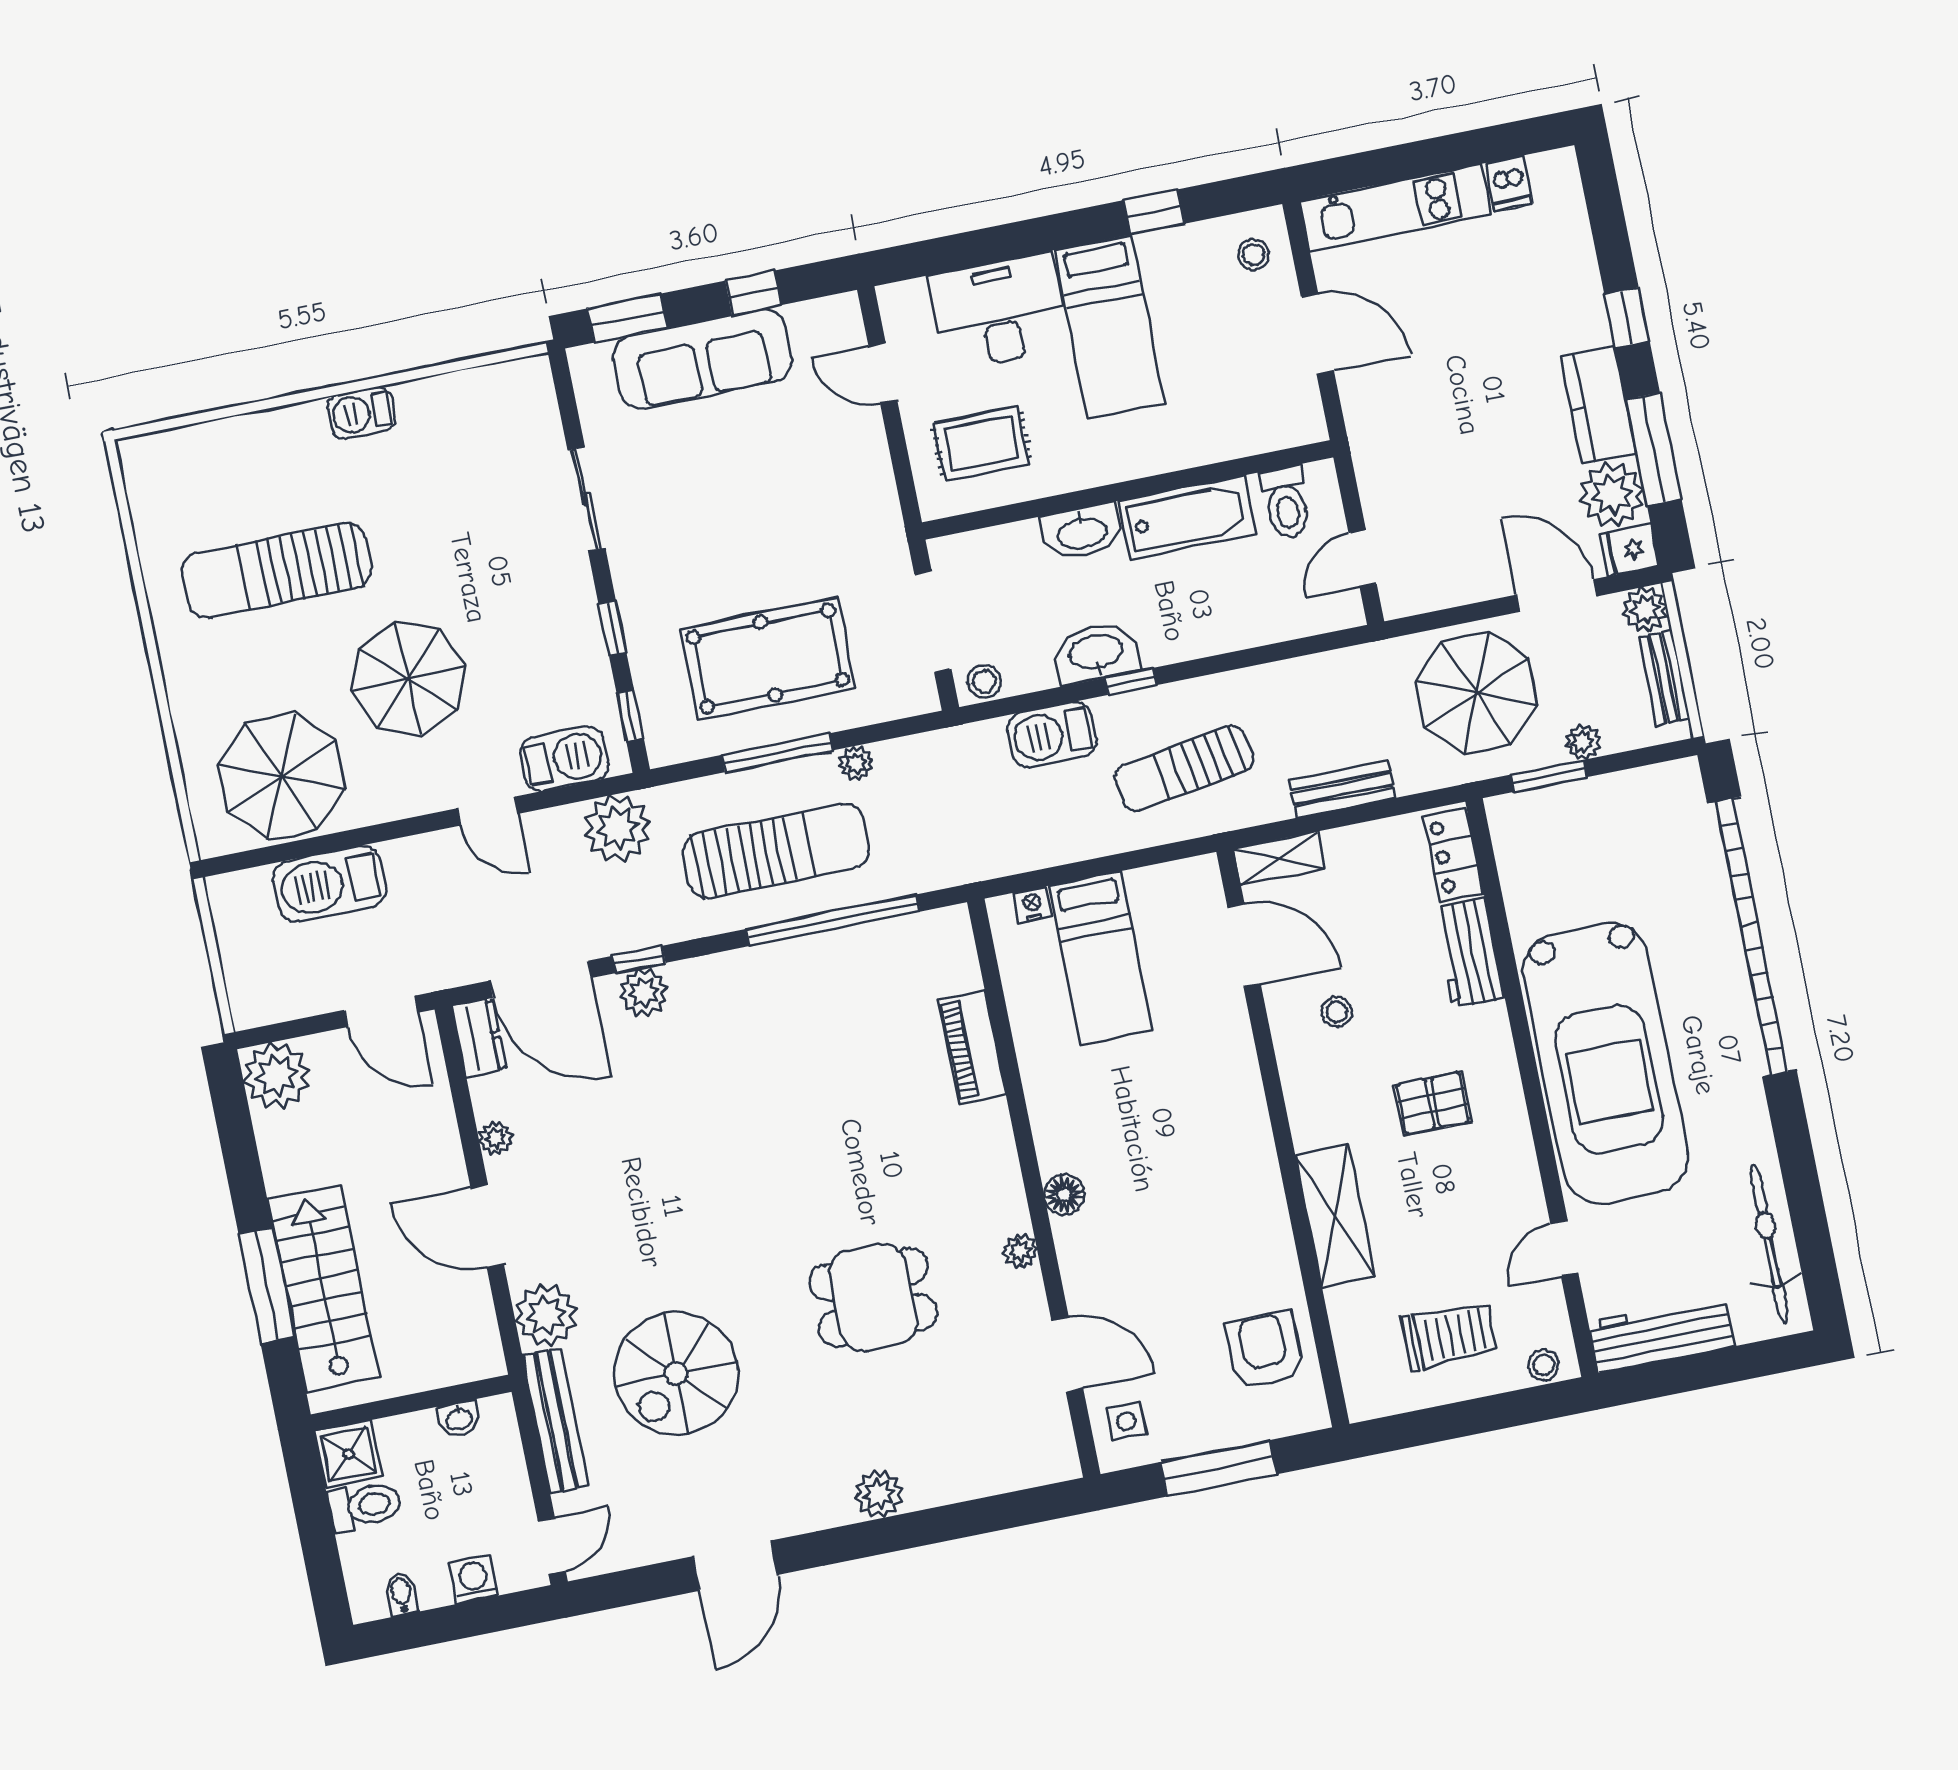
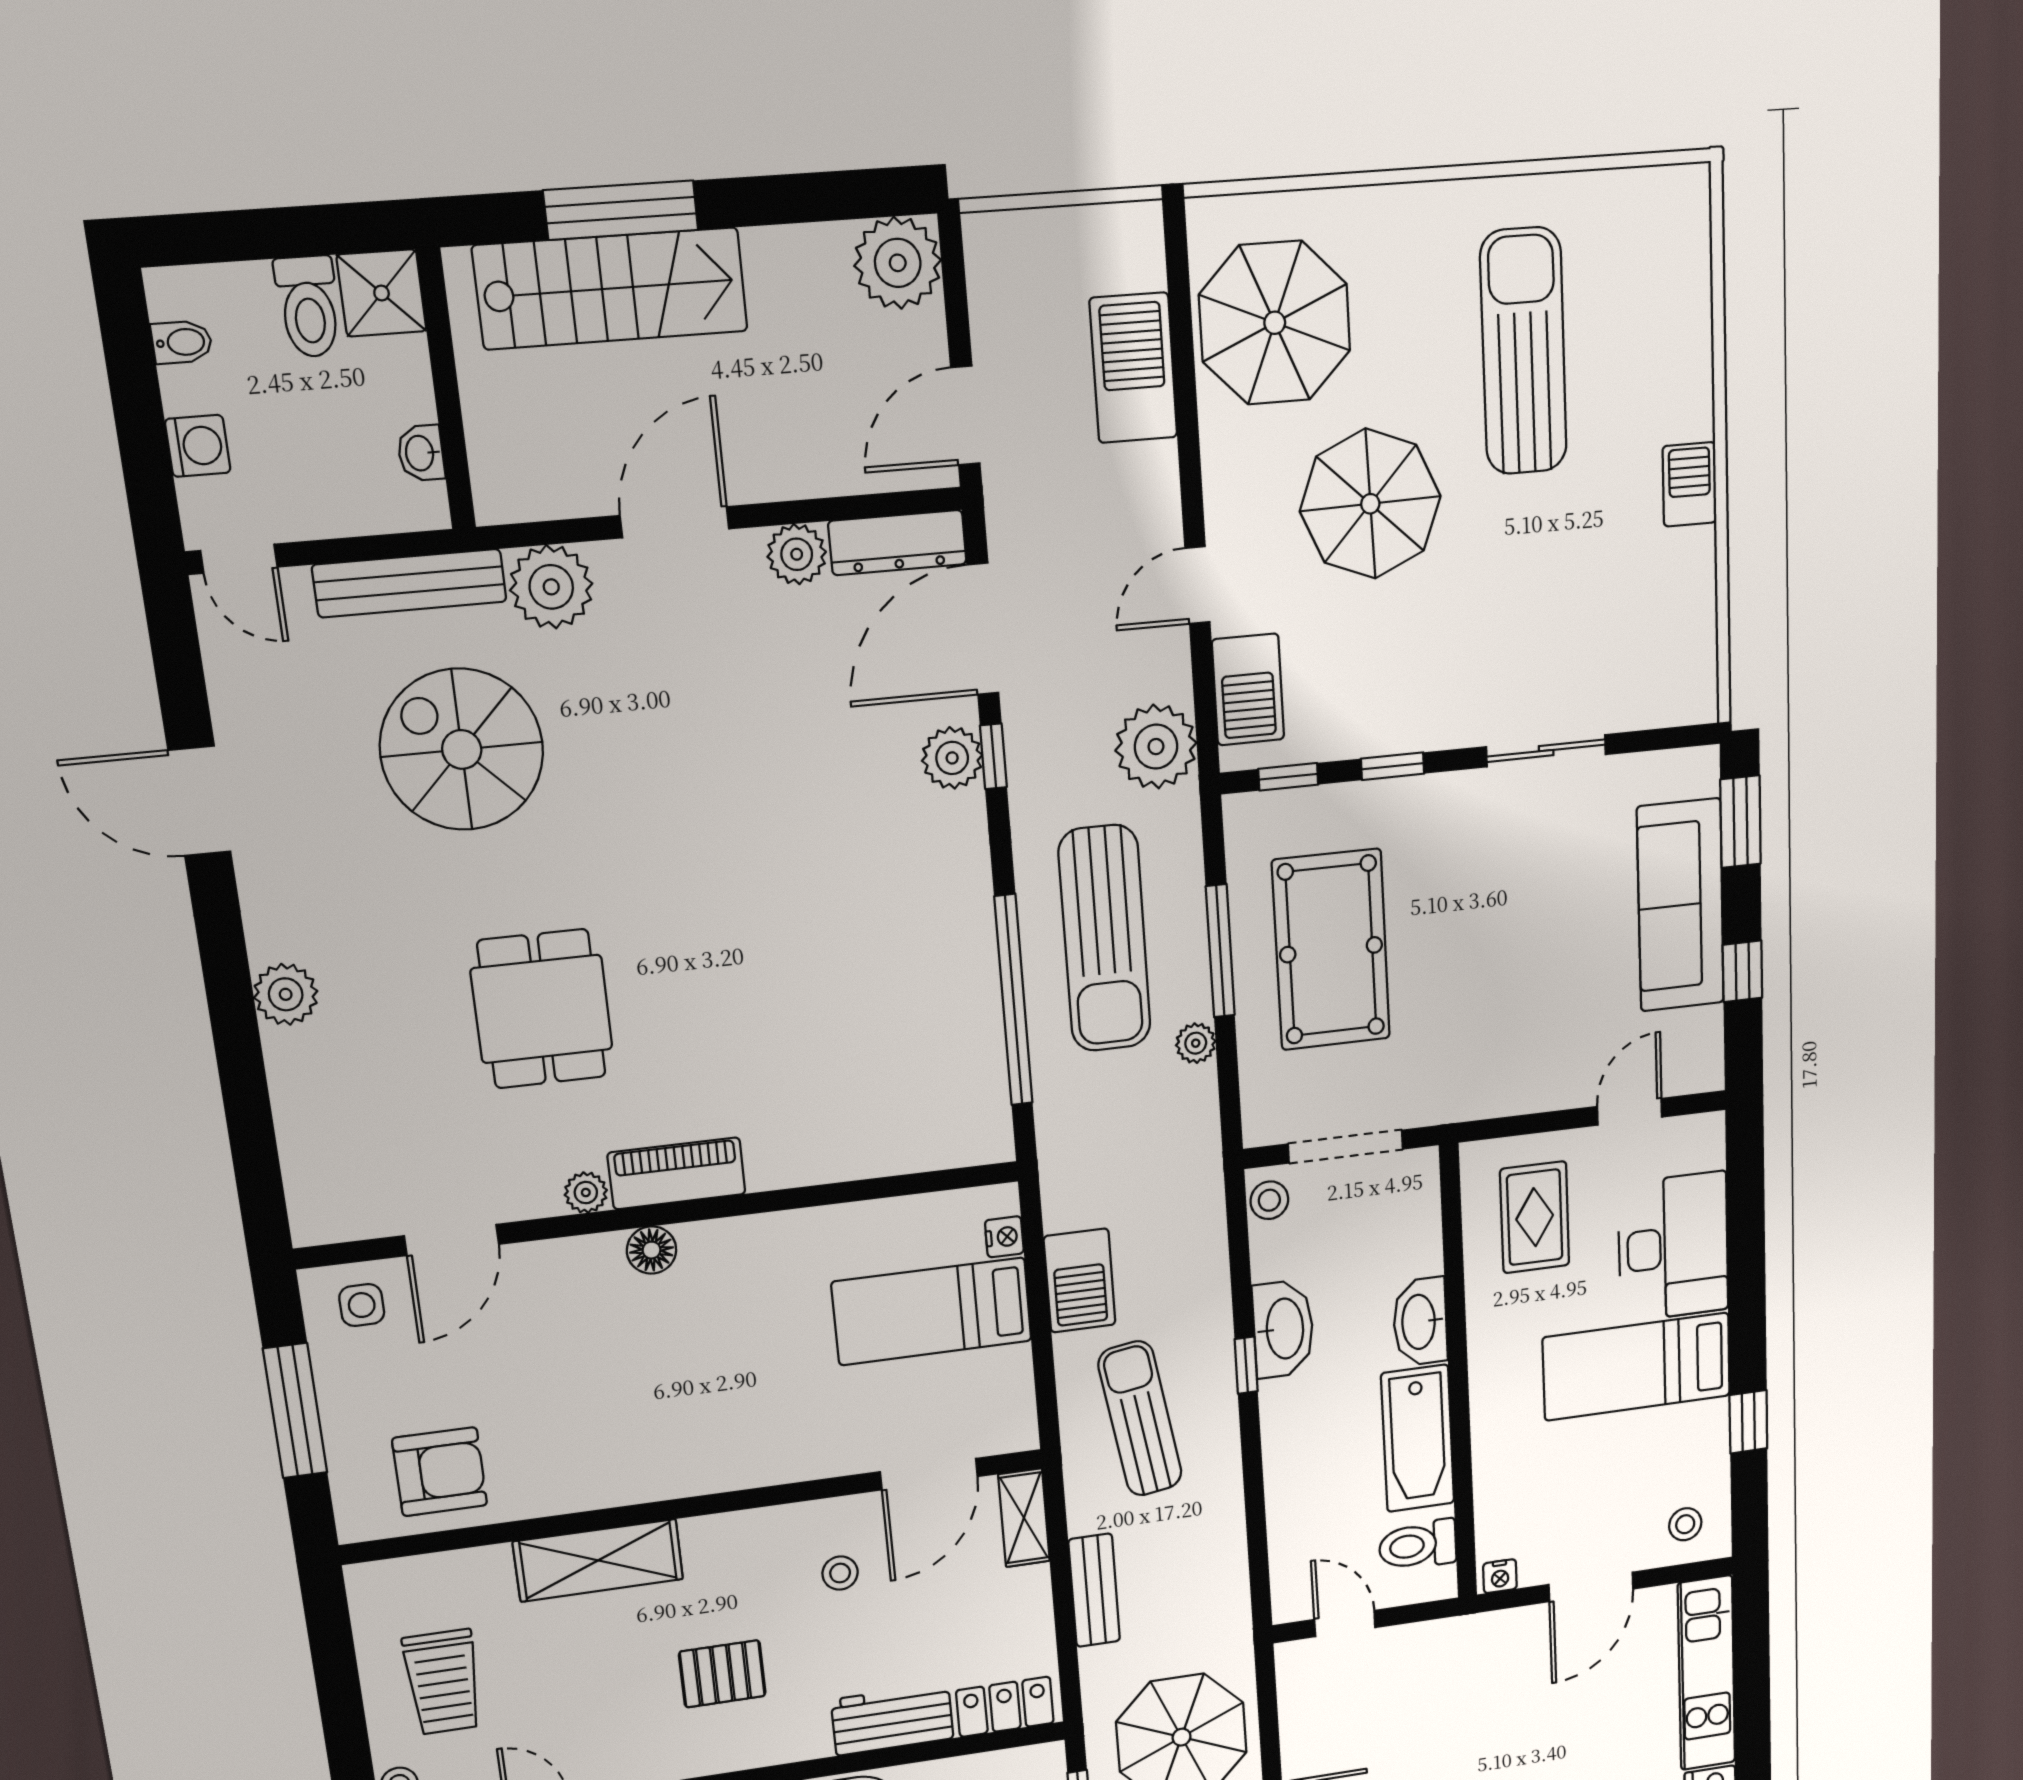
nightstand: (1311, 421) -> (1500, 1576), added
barbecue: (1052, 735) -> (1080, 1281), moved, turned 180
dresser: (479, 1038) -> (897, 543), width x1.44
piano: (972, 1047) -> (677, 1173), moved
pallet: (1433, 1103) -> (722, 1674), turned 90
plant: (495, 1138) -> (797, 554), width x1.38, depth x1.38

